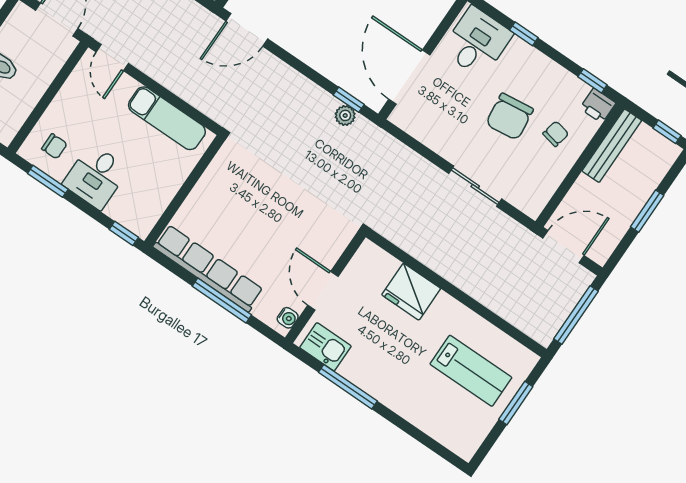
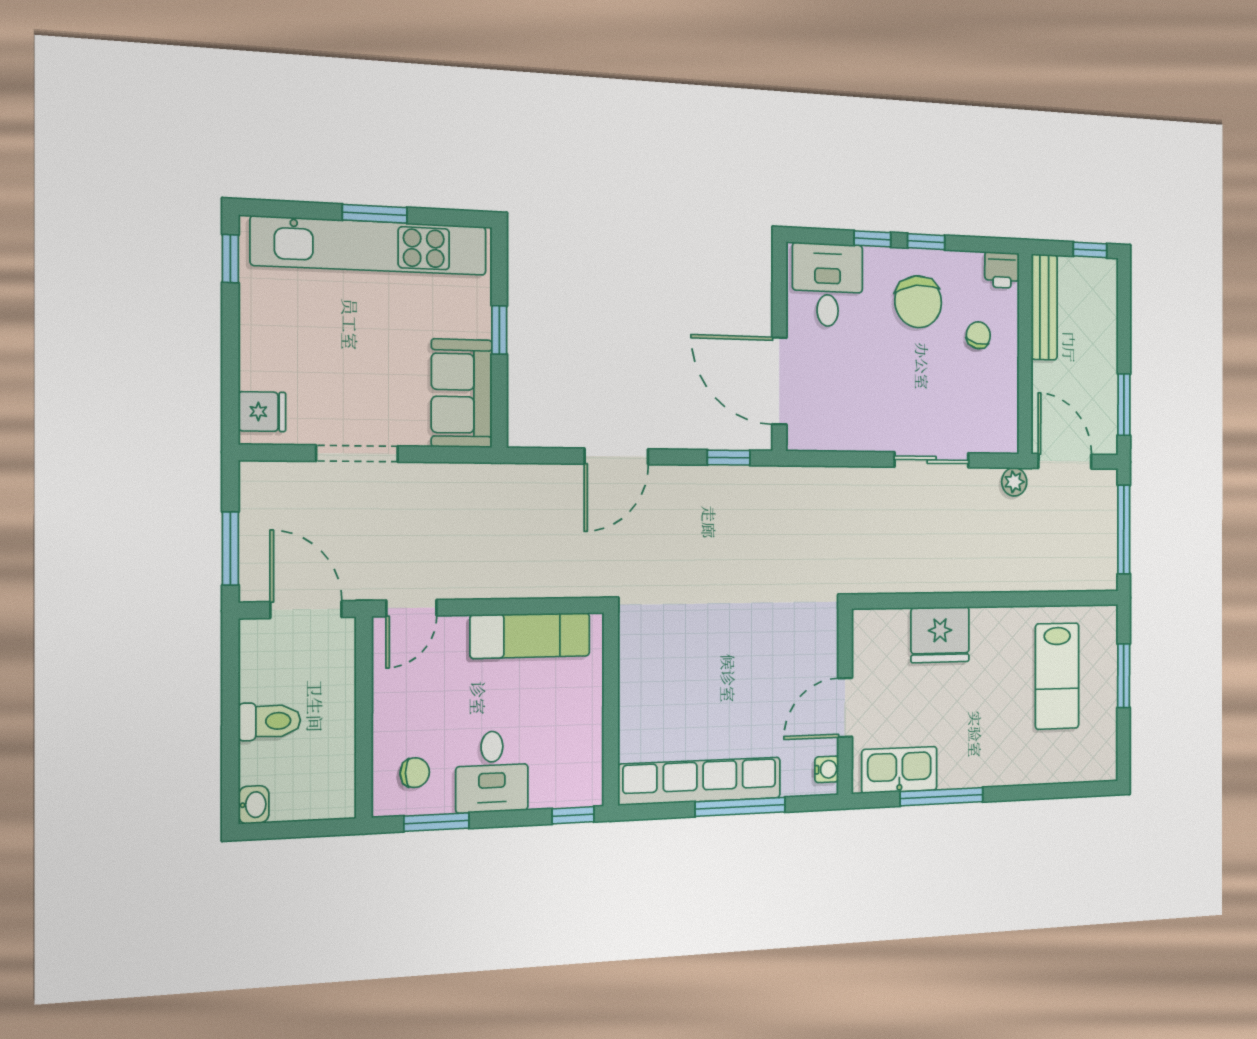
door: (247, 30) -> (616, 456), moved
door: (112, 58) -> (411, 608), hinge flipped
window: (592, 81) -> (926, 242), moved
plant: (345, 115) -> (1014, 482), moved
chair: (510, 117) -> (918, 302), moved
window: (647, 211) -> (1124, 405), moved
door: (563, 247) -> (1065, 461), hinge flipped
door: (323, 291) -> (845, 708), hinge flipped
kitchen sink: (325, 347) -> (899, 770), width x1.38
lab bench: (471, 371) -> (1057, 676), turned 90

